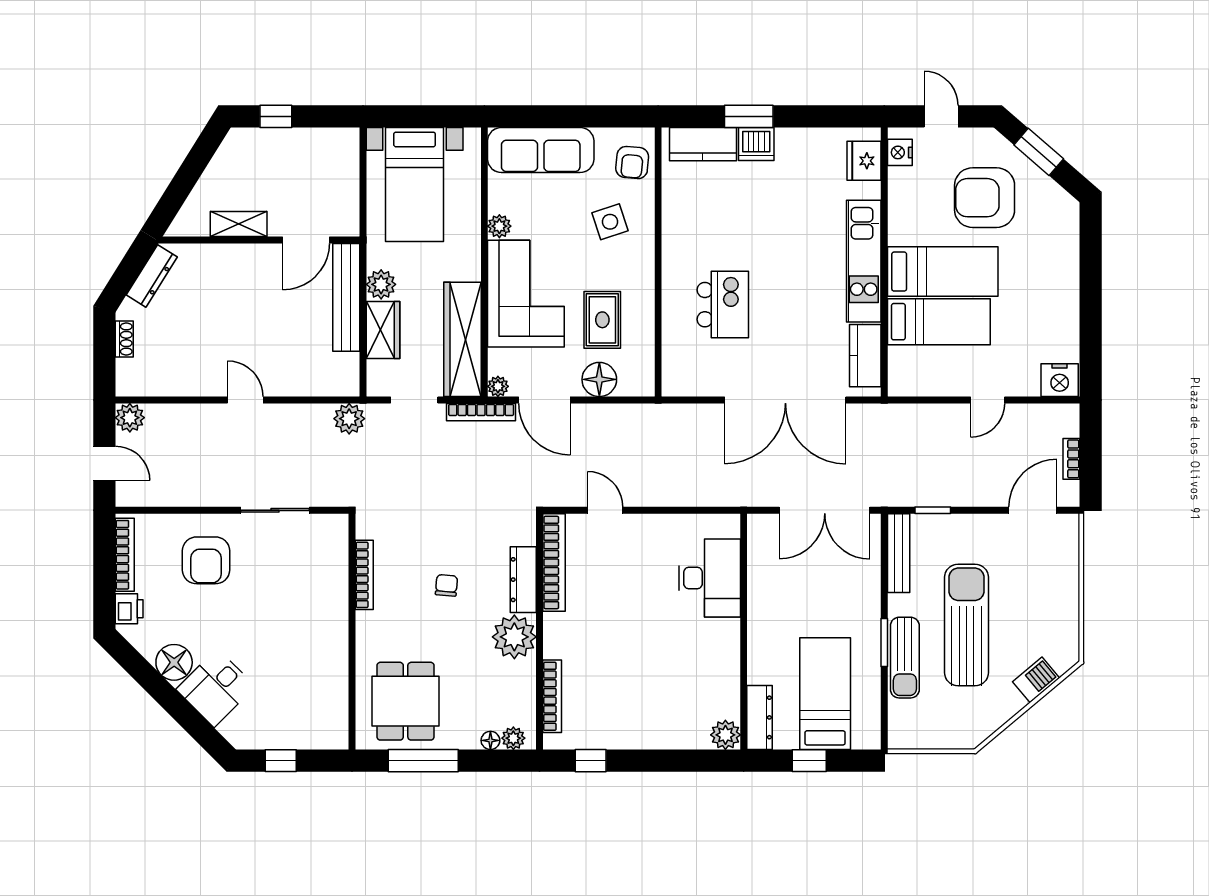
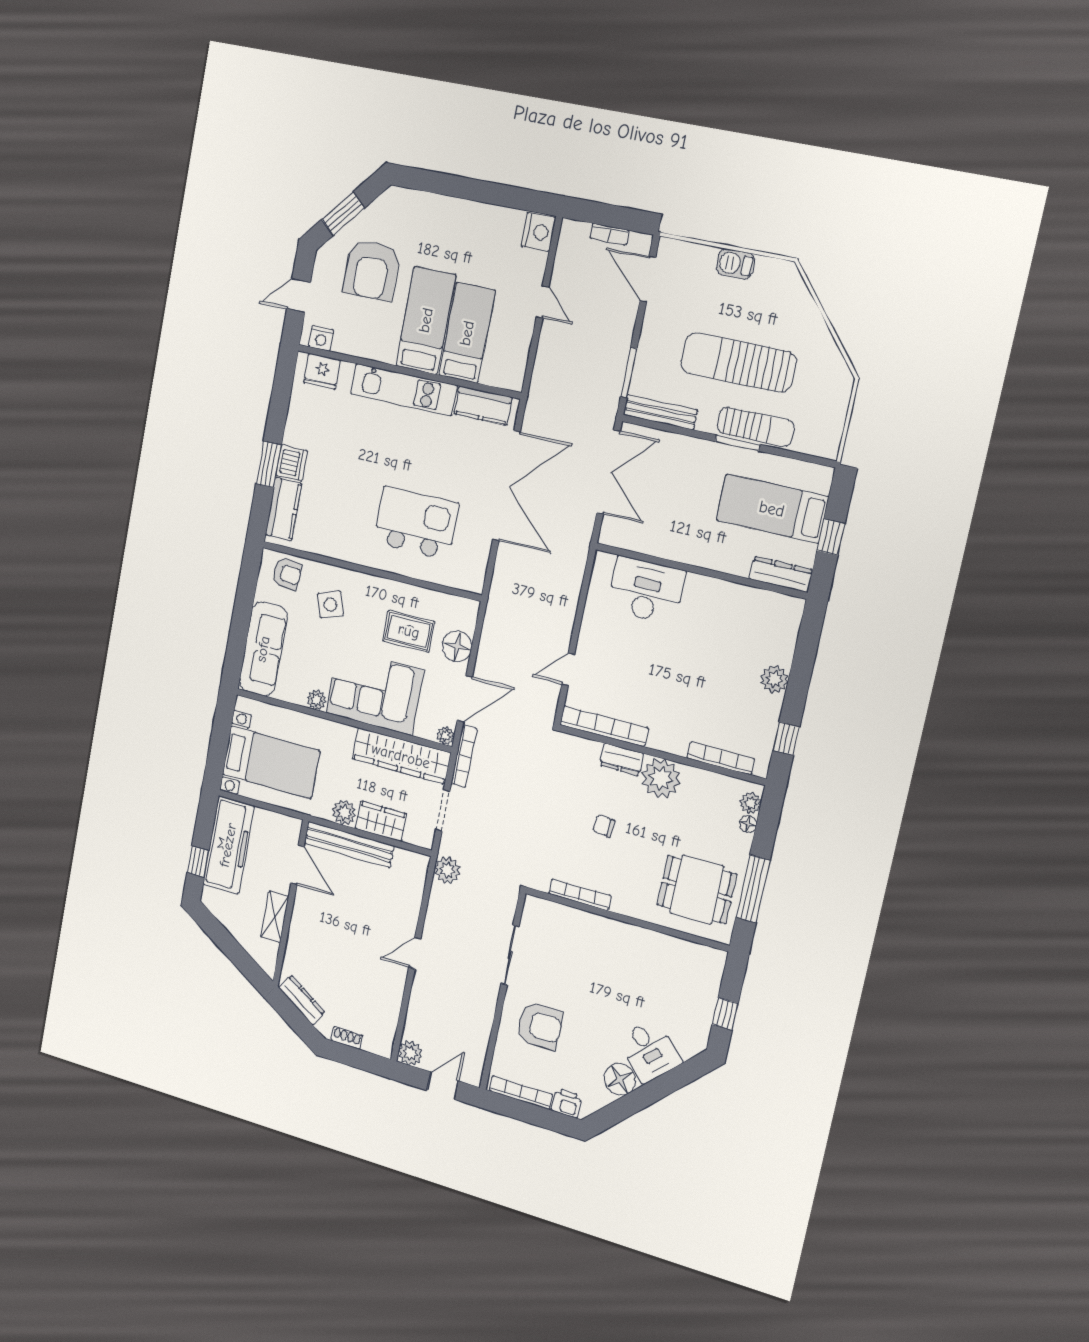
freezer: (306, 151) -> (228, 845), added
kitchen island: (723, 305) -> (416, 523), width x1.37, depth x1.28
window: (933, 510) -> (629, 373), width x1.50
dresser: (523, 580) -> (622, 759), width x0.70
barbecue: (1036, 680) -> (735, 264), moved, turned -50
plant: (725, 735) -> (775, 679), moved

